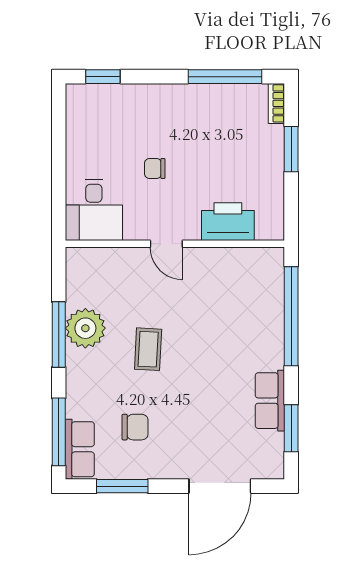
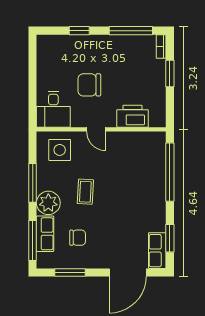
window: (103, 77) -> (79, 31), moved
chair: (155, 169) -> (89, 85), width x1.87, depth x1.87
side table: (105, 279) -> (60, 150), added
plant: (85, 328) -> (48, 203), moved
row of seats: (270, 401) -> (157, 251), moved
row of seats: (80, 449) -> (45, 234), moved

